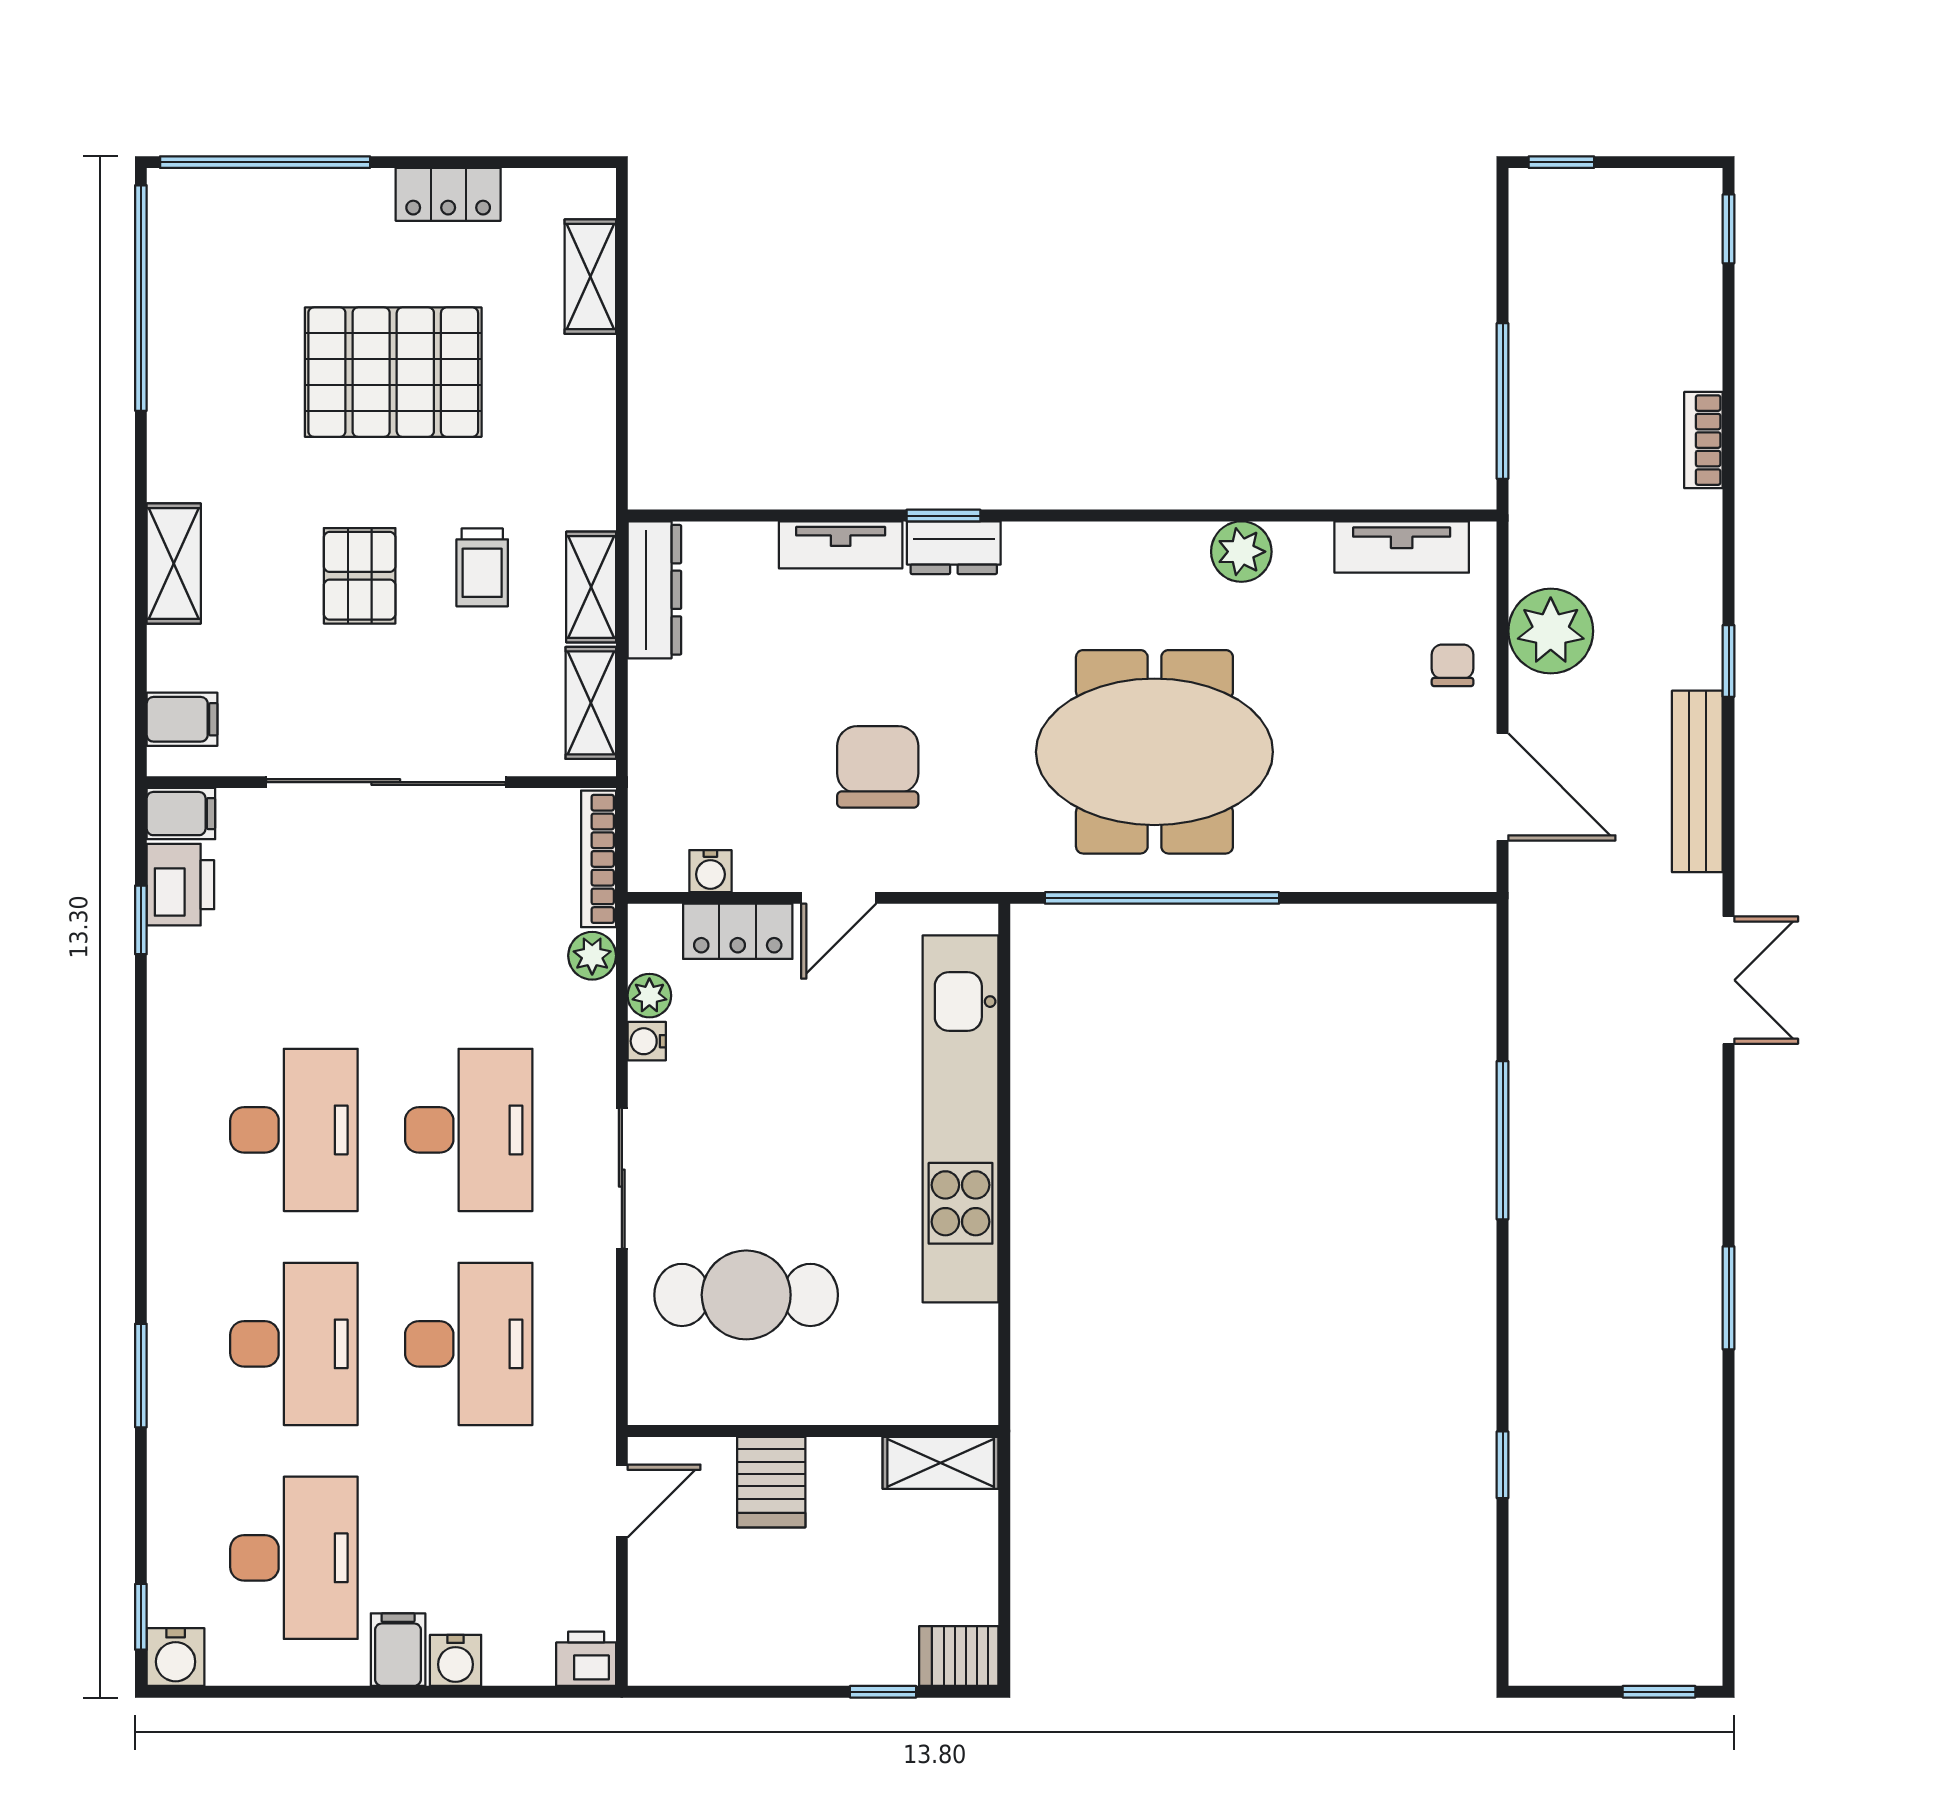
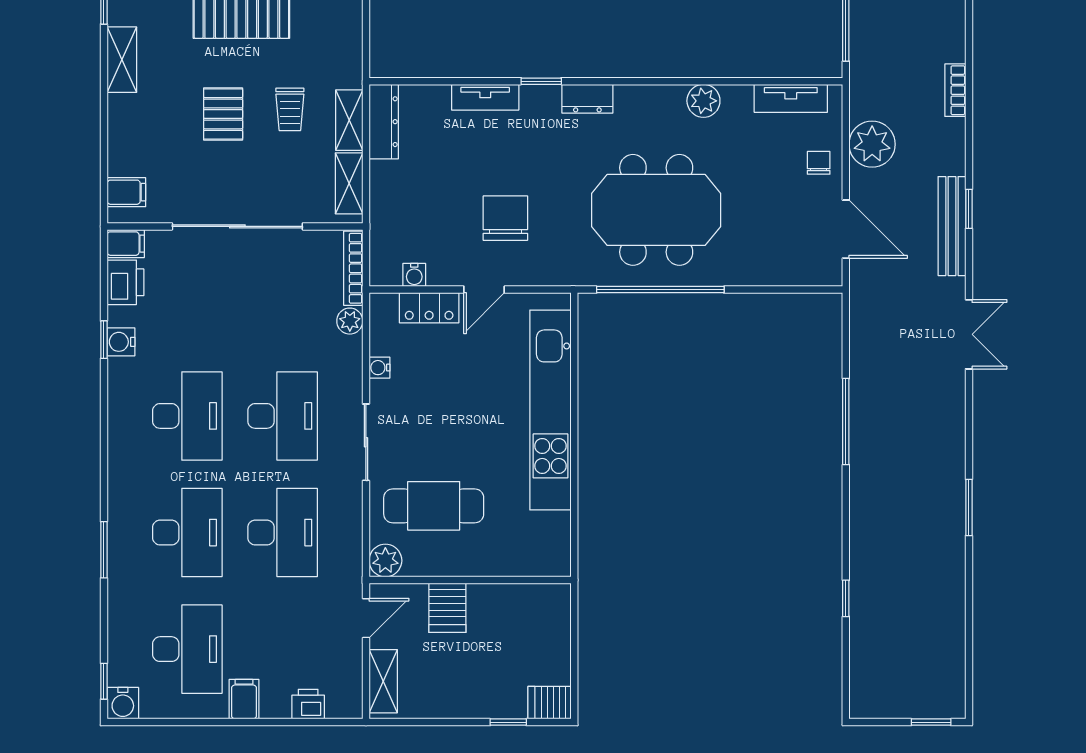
bookcase: (1703, 440) -> (955, 90), moved
dresser: (954, 548) -> (587, 99), moved
shelving: (174, 563) -> (122, 60), moved
window: (1729, 661) -> (969, 209), moved
window: (141, 920) -> (104, 340), moved
plant: (649, 996) -> (385, 561), moved, width x1.38, depth x1.38
shelving: (941, 1463) -> (383, 681), moved, turned 90
printer: (586, 1659) -> (308, 704), moved
water cooler: (456, 1660) -> (121, 342), moved, turned 90

